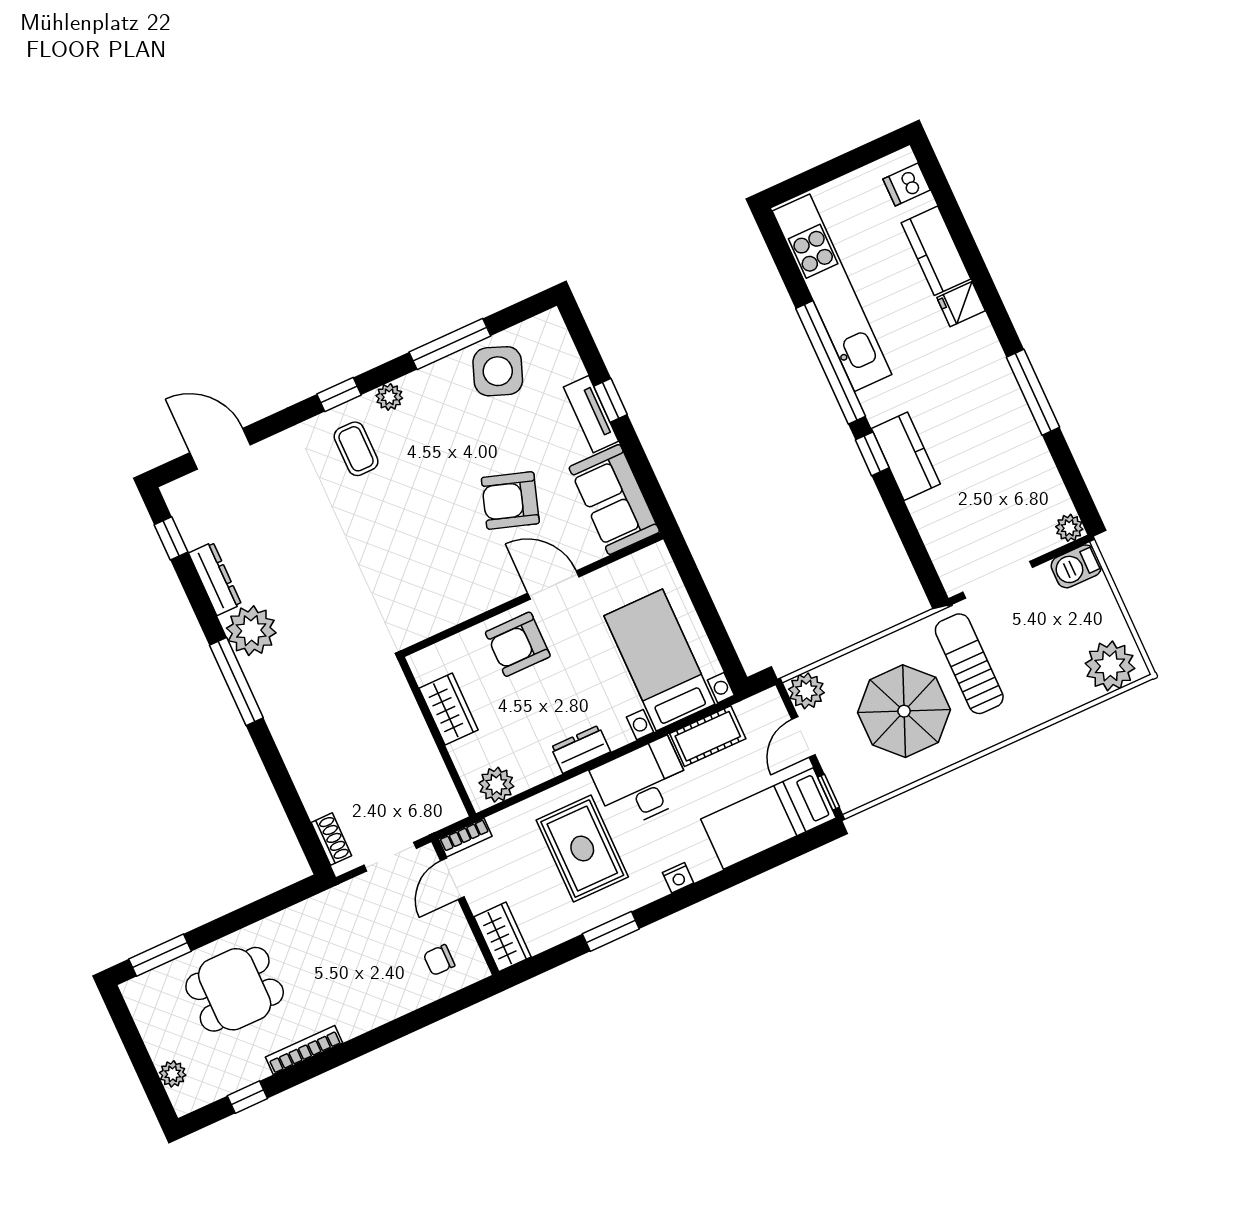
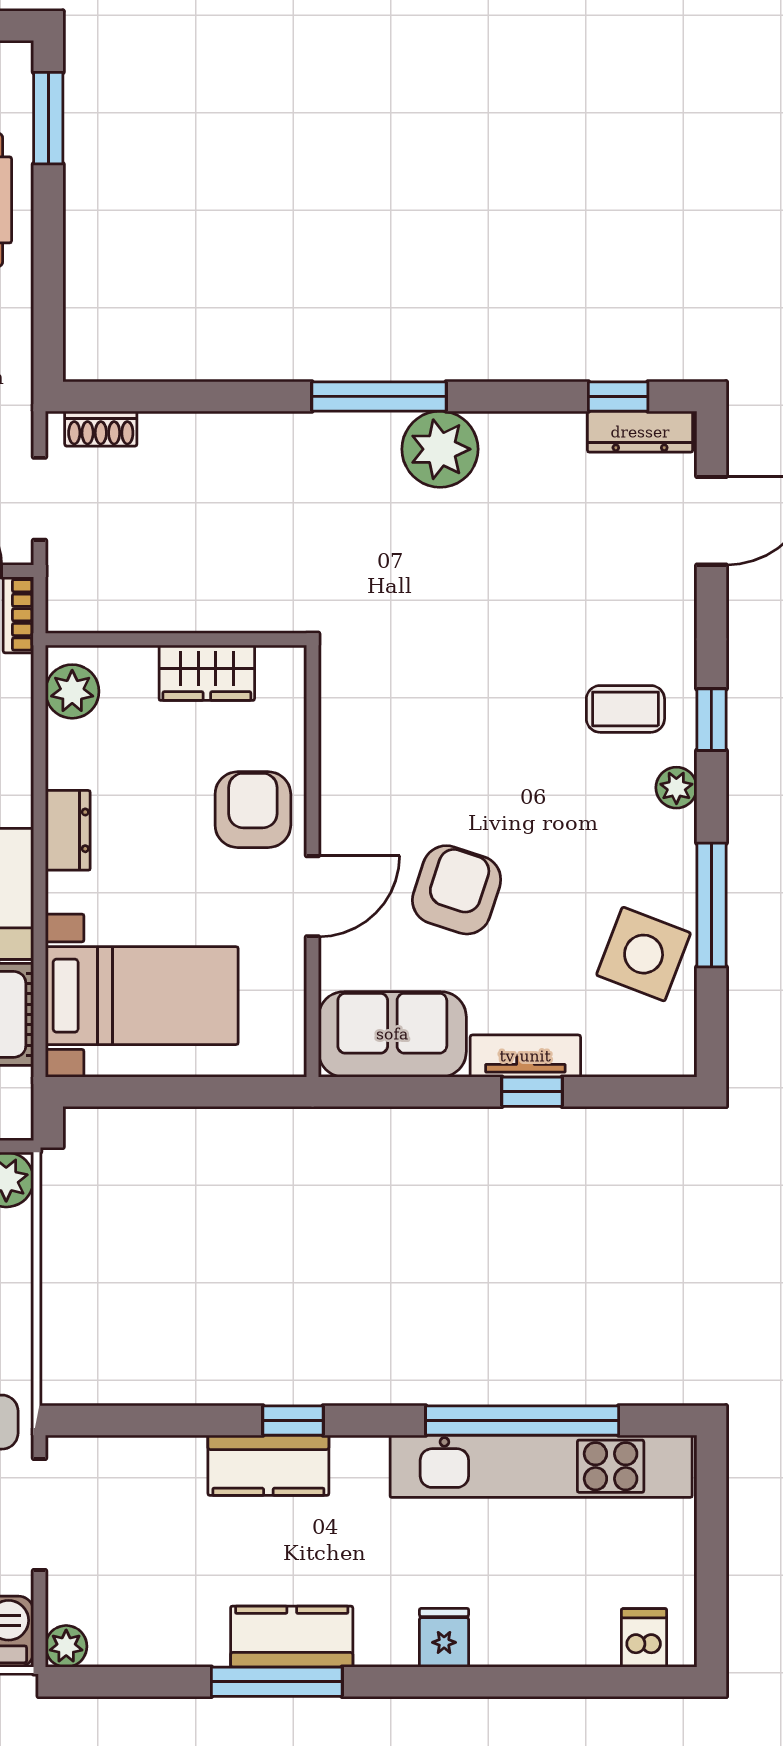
kitchen counter: (936, 251) -> (292, 1637), moved
window: (831, 362) -> (522, 1420), moved
dresser: (215, 579) -> (640, 432), moved

